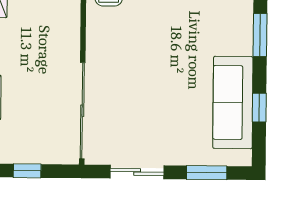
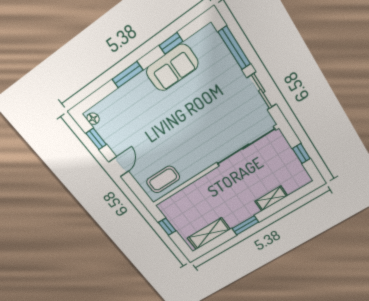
sofa: (233, 102) -> (172, 68), width x0.73
window: (207, 173) -> (234, 48), width x1.44

